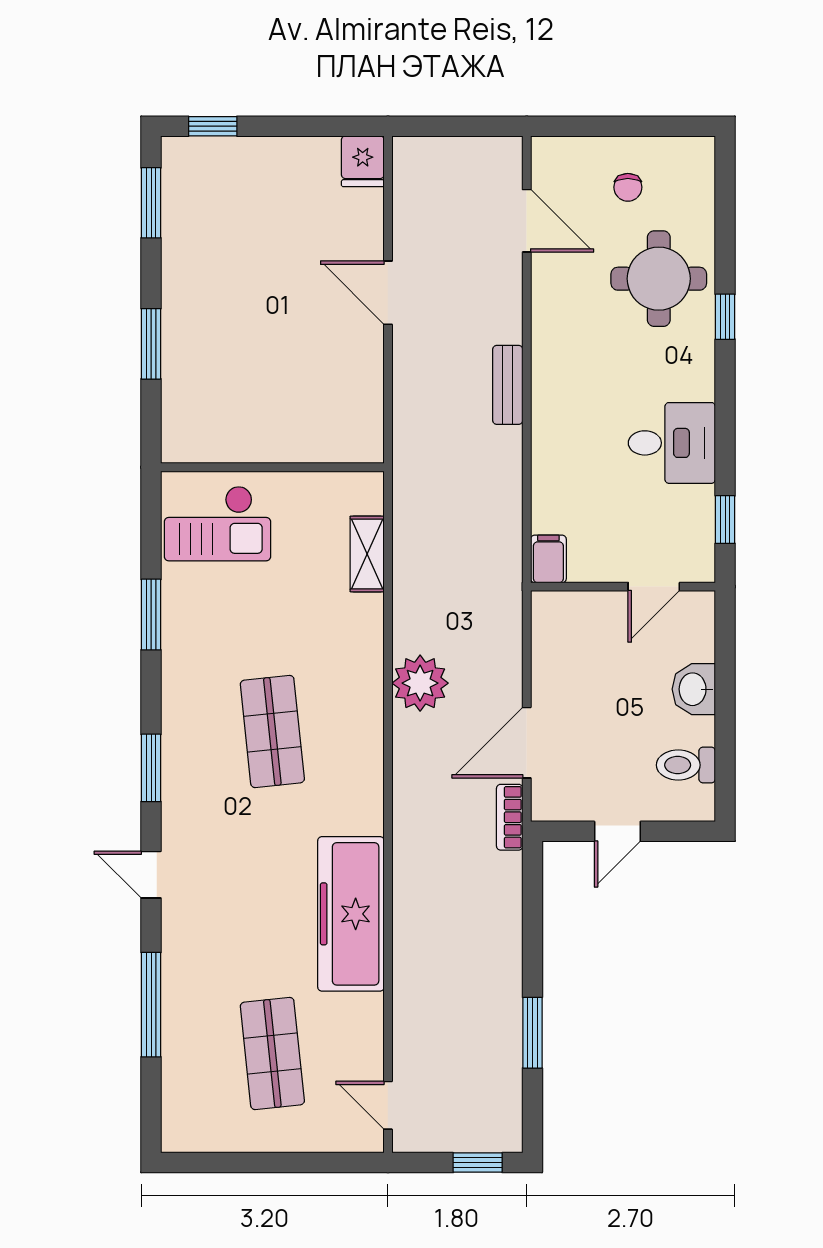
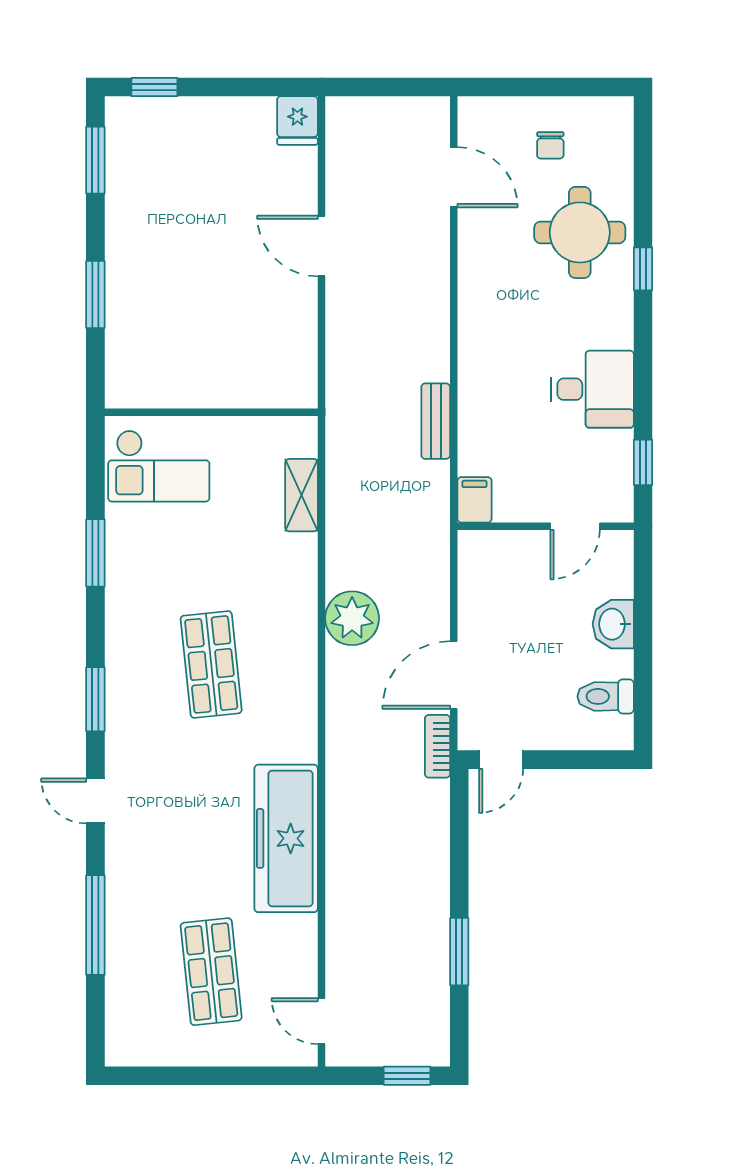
bench: (508, 385) -> (436, 421), moved
door: (617, 831) -> (501, 760), moved

